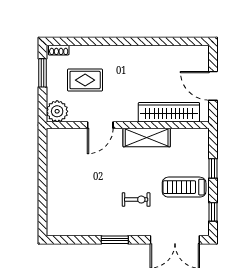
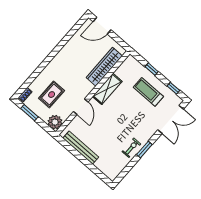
door: (213, 86) -> (102, 26), moved
bench: (54, 166) -> (81, 148), added
treadmill: (184, 187) -> (148, 92), turned 90
exercise bike: (136, 200) -> (131, 148), moved

